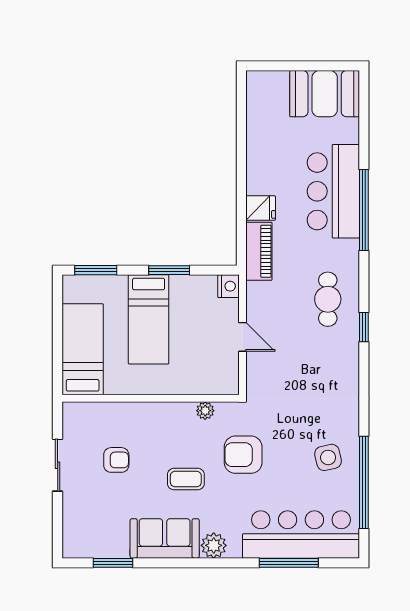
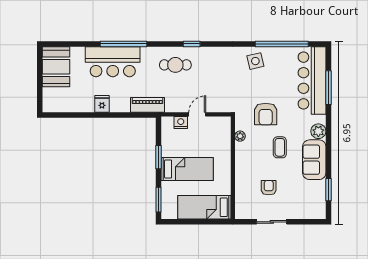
fridge: (261, 208) -> (102, 104), moved
nightstand: (228, 286) -> (181, 123), moved
side table: (328, 457) -> (255, 61), moved

